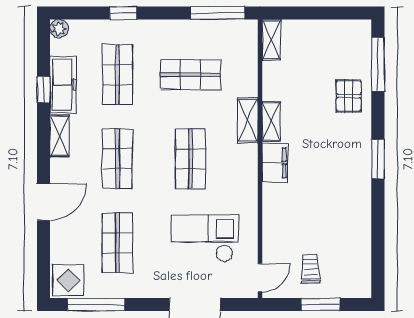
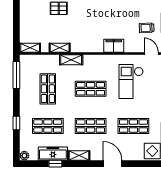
shelving: (271, 121) -> (60, 48), moved
filing cabinet: (275, 163) -> (114, 46), moved

